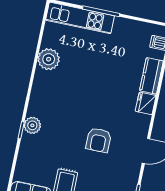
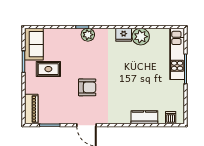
fridge: (146, 103) -> (124, 35), moved, turned 180
armchair: (99, 140) -> (87, 87), turned 180

